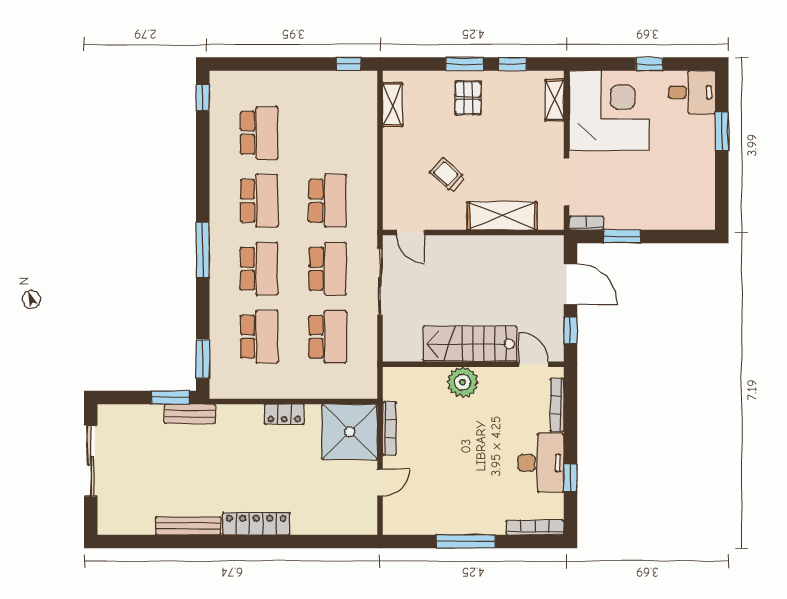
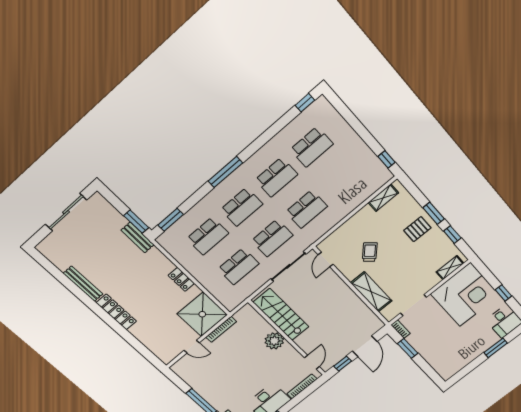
stairs: (470, 344) -> (281, 315), moved

